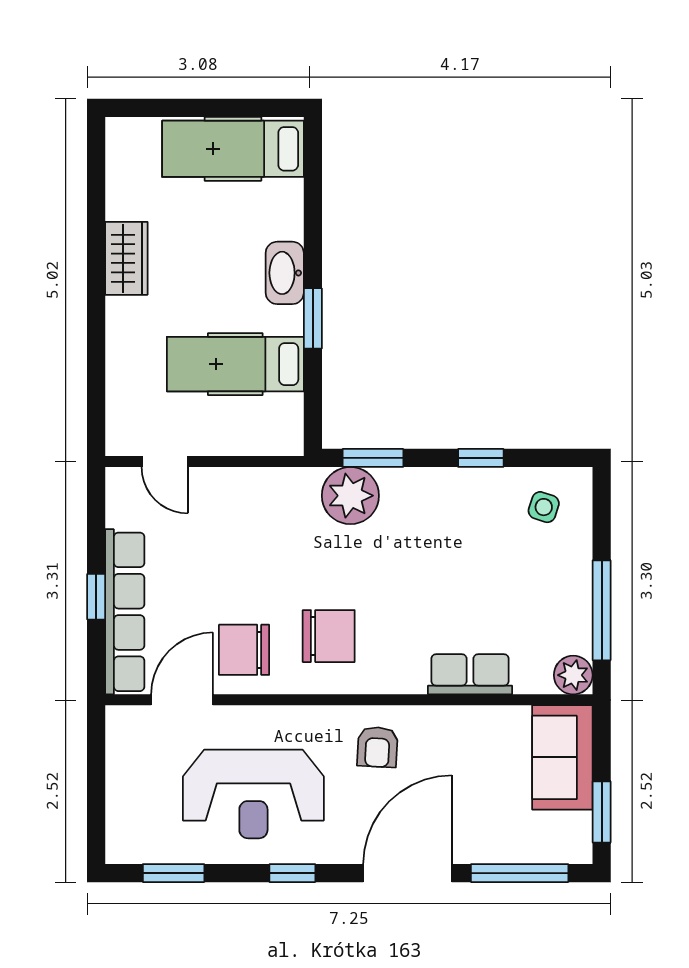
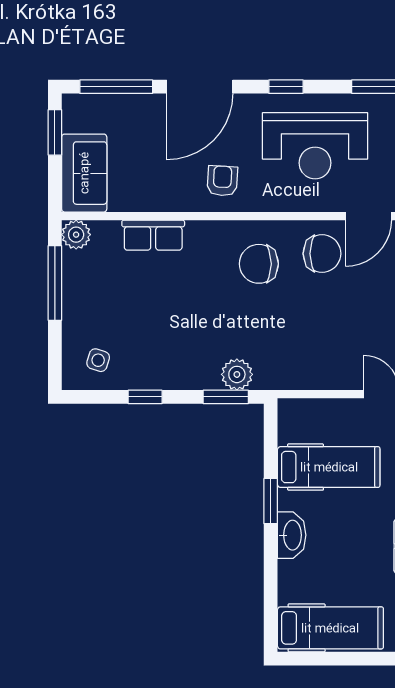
plant: (350, 496) -> (237, 374), width x0.73, depth x0.73
reception desk: (253, 794) -> (315, 146), turned 180

